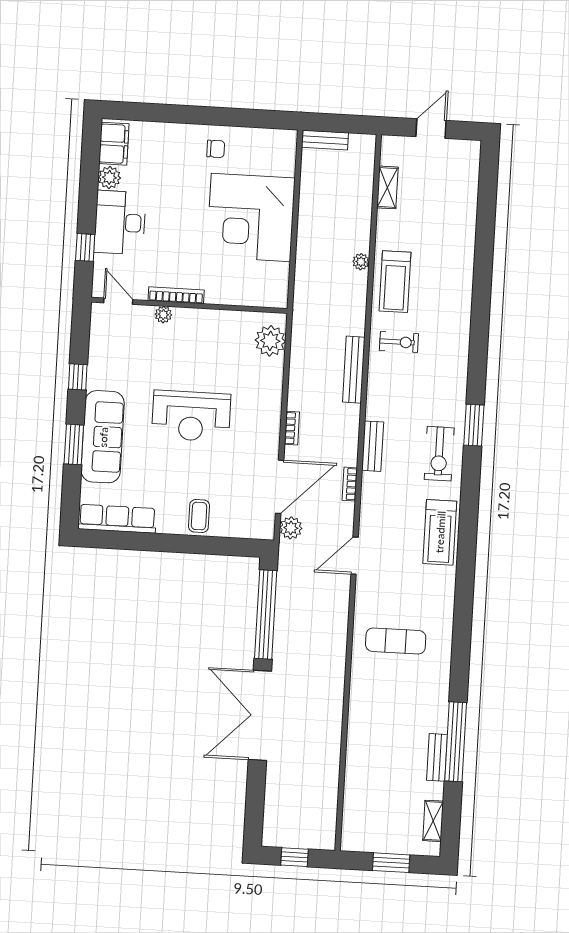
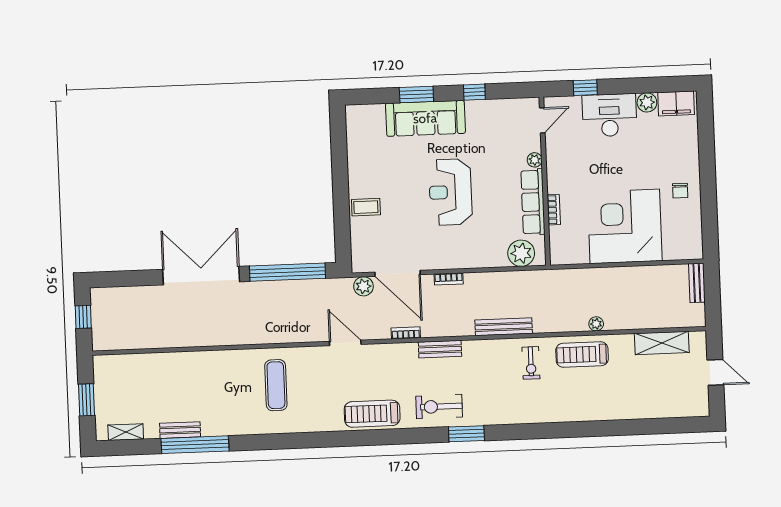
shelving: (387, 187) -> (662, 343), width x1.50, depth x1.33
bookcase: (176, 295) -> (554, 210), moved, width x0.64
row of seats: (117, 519) -> (533, 202), moved, turned 180

